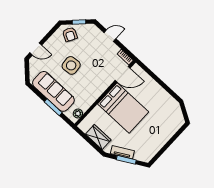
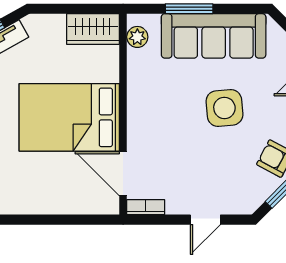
door: (123, 74) -> (123, 174), hinge flipped
wardrobe: (98, 137) -> (93, 29), moved

